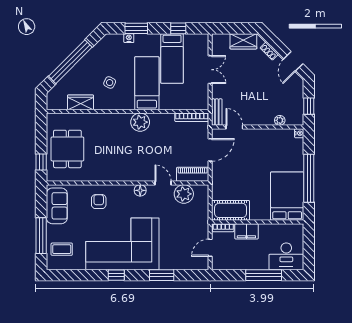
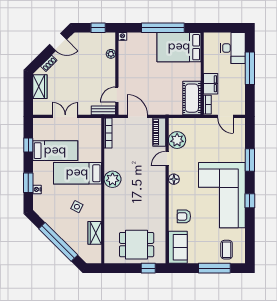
sofa: (57, 206) -> (178, 247), moved, turned 90

